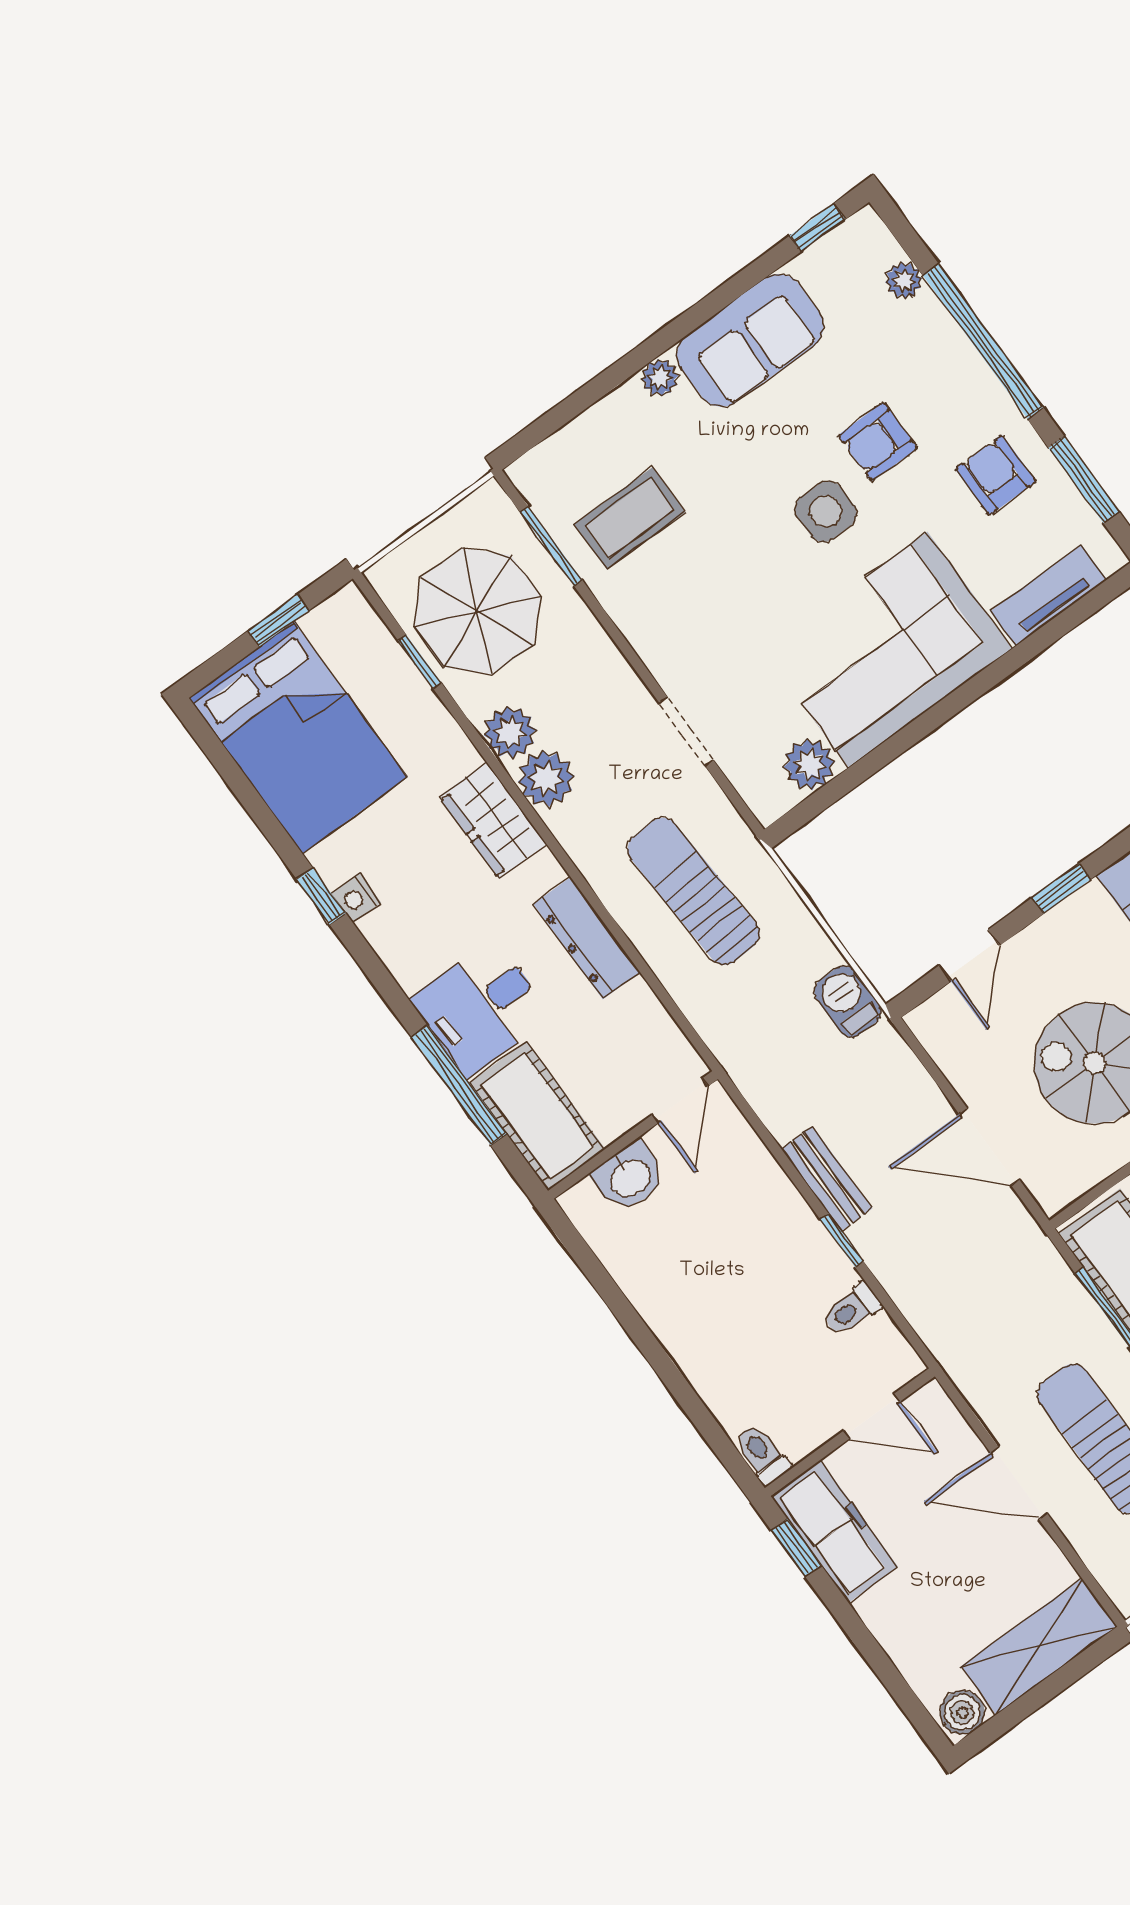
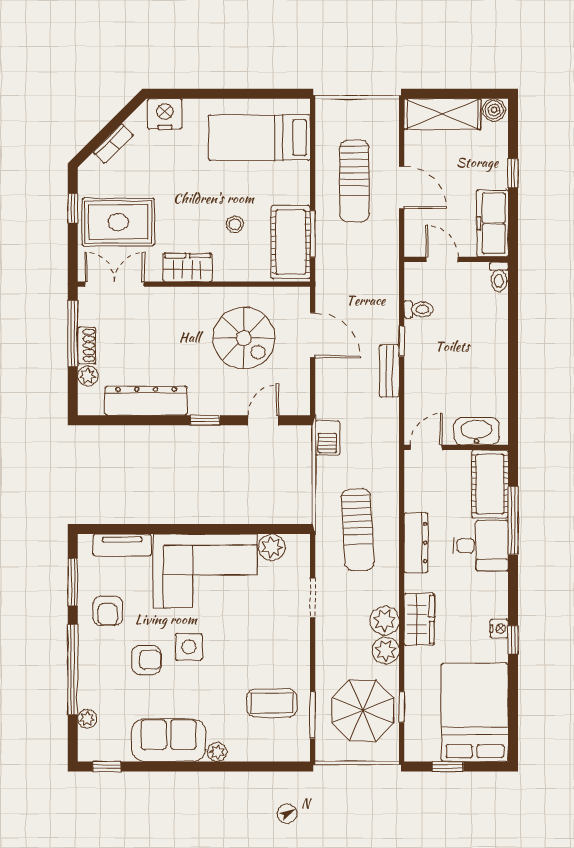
washbasin: (630, 1177) -> (476, 431), width x1.38
window: (796, 1548) -> (513, 173), moved

